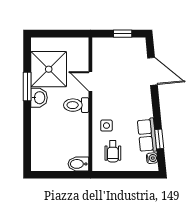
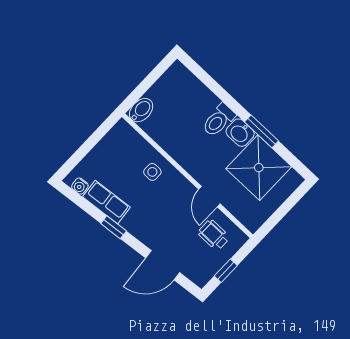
door: (90, 81) -> (209, 197), swing flipped
toilet: (76, 105) -> (219, 120), moved, turned 180
window: (159, 139) -> (114, 227), moved
wheelchair: (113, 151) -> (214, 235), moved

